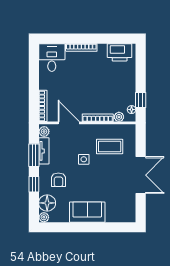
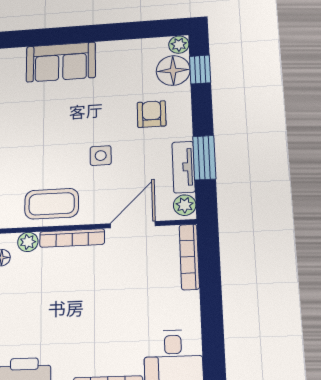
door: (69, 123) -> (133, 225), swing flipped
coffee table: (110, 147) -> (52, 204), moved
window: (34, 184) -> (200, 69), moved
sofa: (87, 212) -> (61, 62), moved

